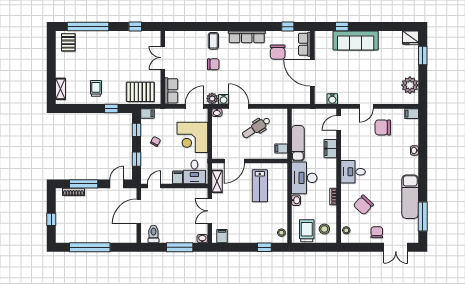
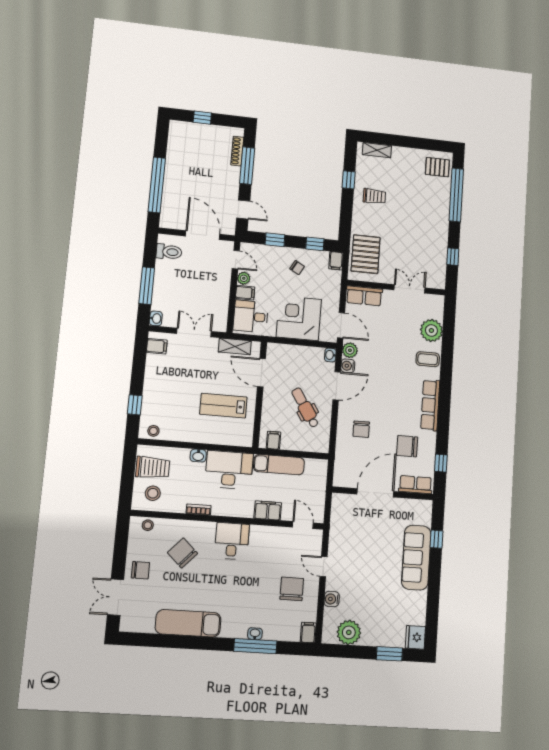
plant: (192, 39) -> (431, 330), added
chair: (213, 64) -> (361, 429), moved
water cooler: (332, 99) -> (332, 599), moved
window: (111, 109) -> (349, 180), moved
plant: (167, 179) -> (244, 278), added
window: (423, 216) -> (255, 646), moved
window: (90, 247) -> (157, 185), moved

